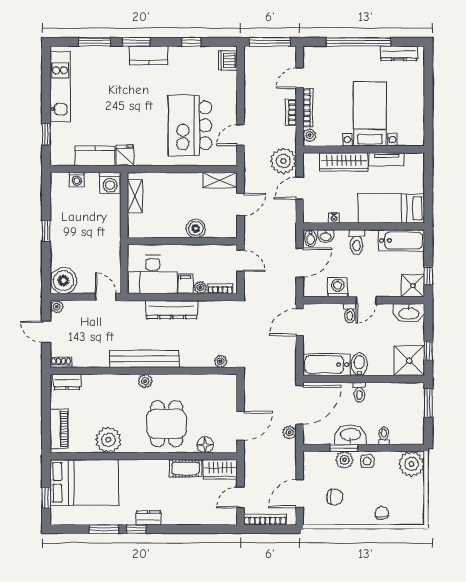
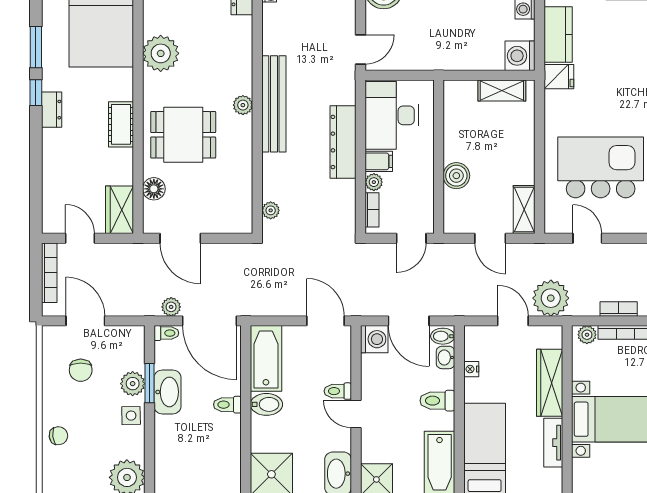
washing machine: (338, 287) -> (374, 339), moved
toilet: (384, 436) -> (166, 333), moved
cot: (186, 468) -> (121, 124), moved

